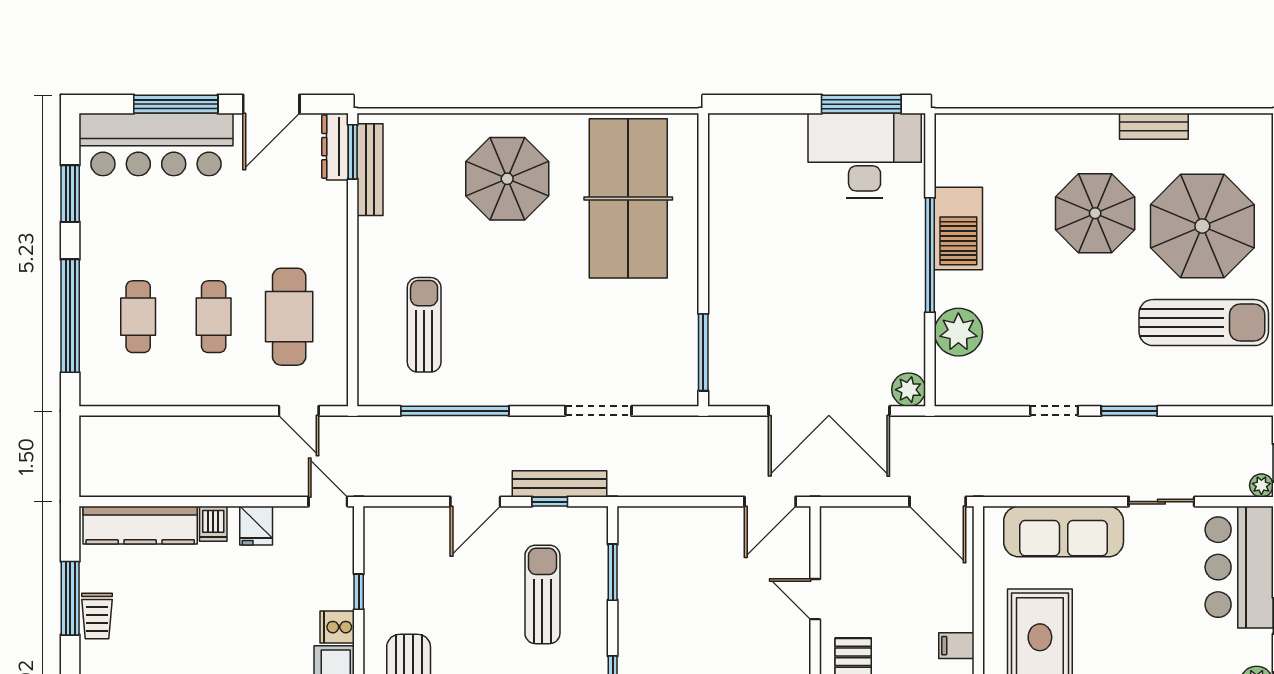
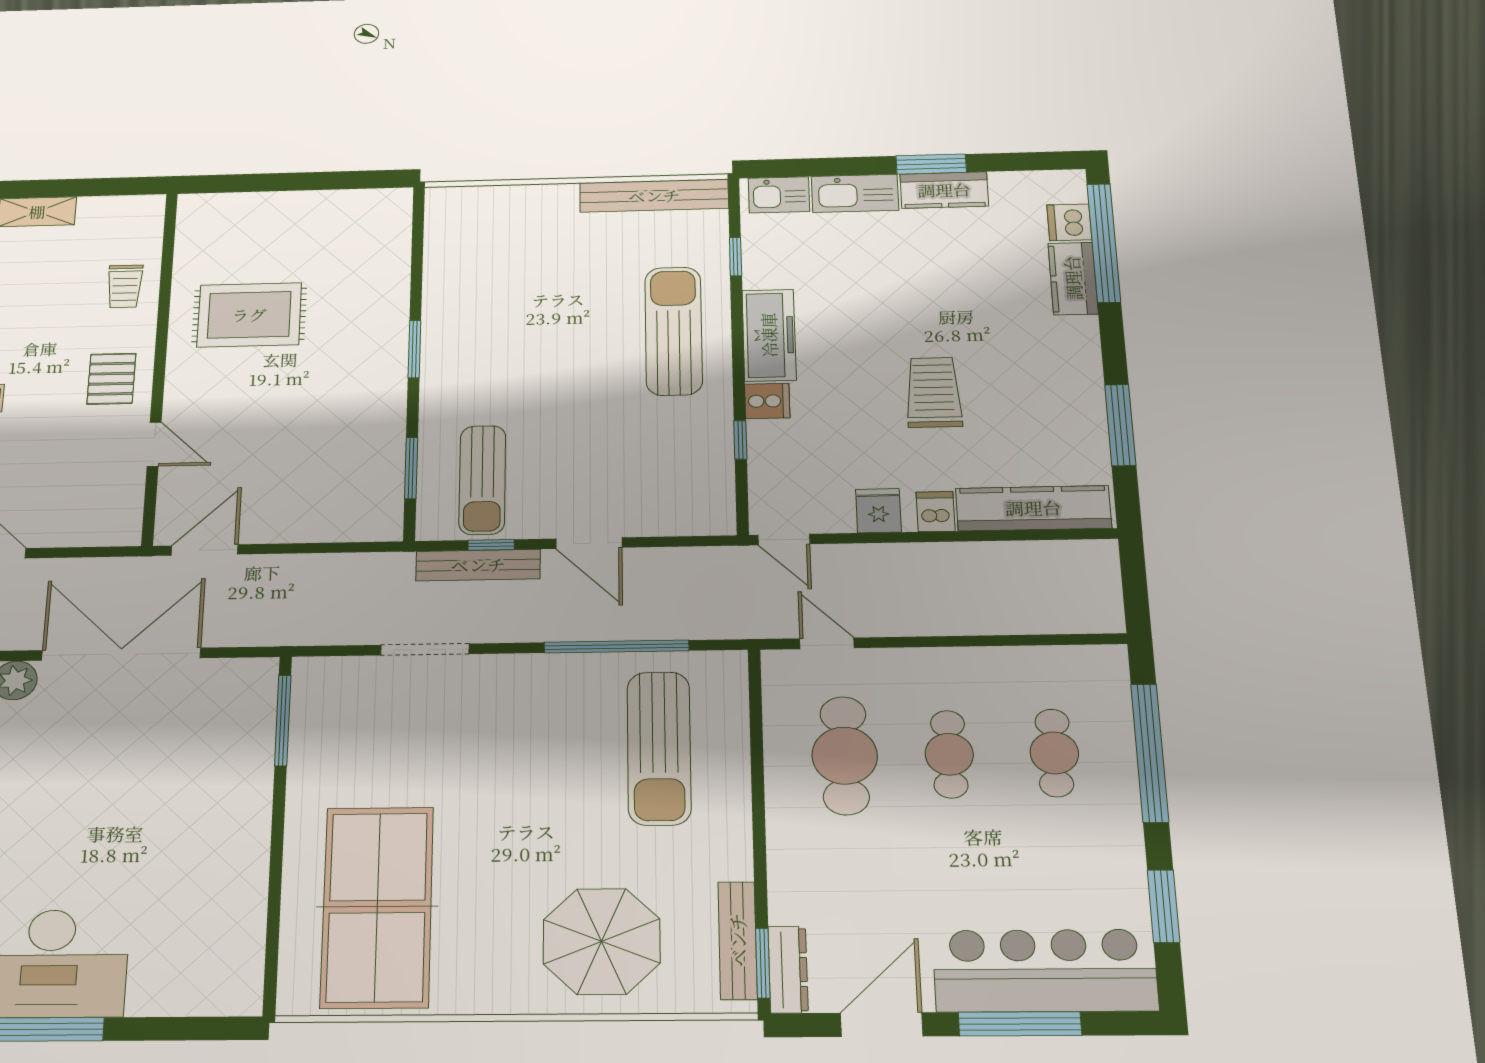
parasol: (507, 179) -> (602, 941), moved
sun lounger: (424, 325) -> (659, 748), width x1.36, depth x1.34
door: (475, 502) -> (589, 543), swing flipped
sun lounger: (542, 594) -> (482, 480), moved
trolley: (97, 616) -> (934, 392), moved, width x1.36, depth x1.39

